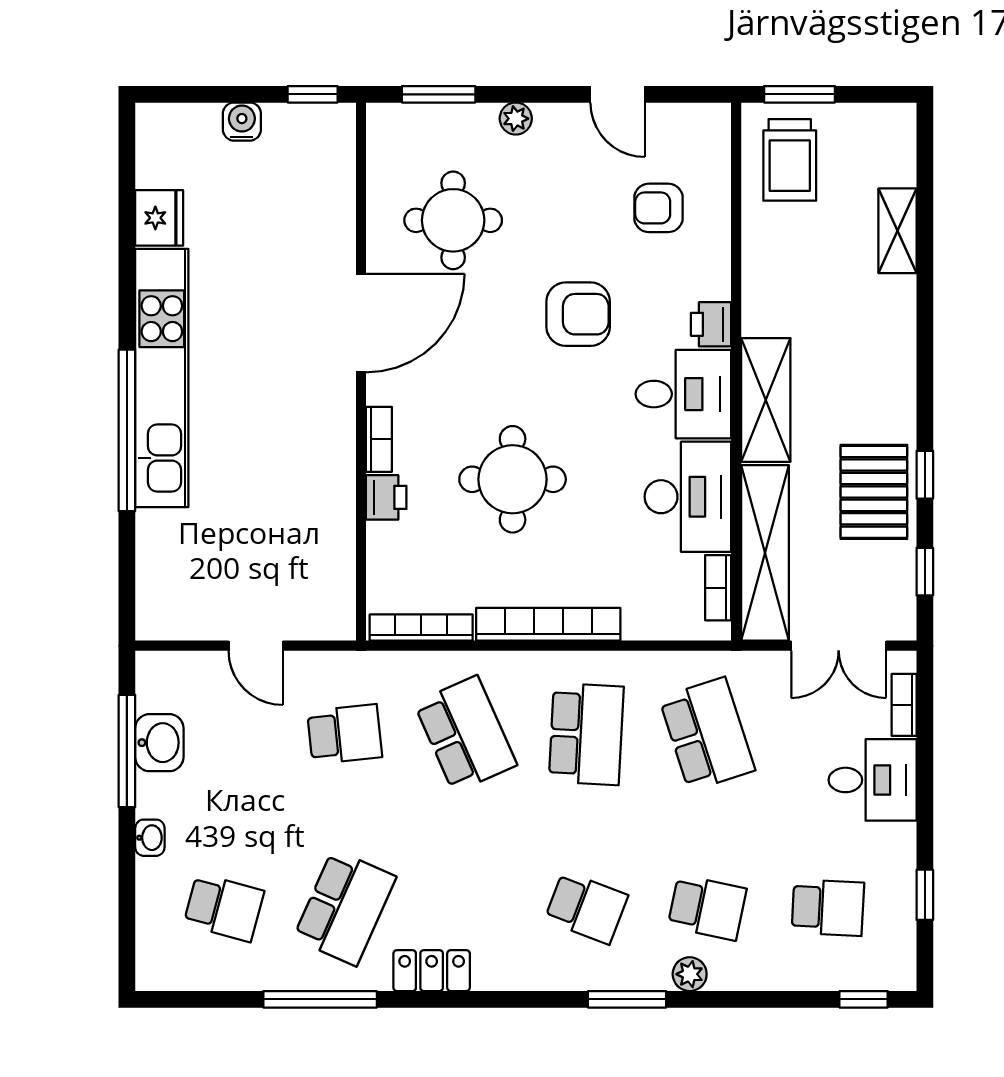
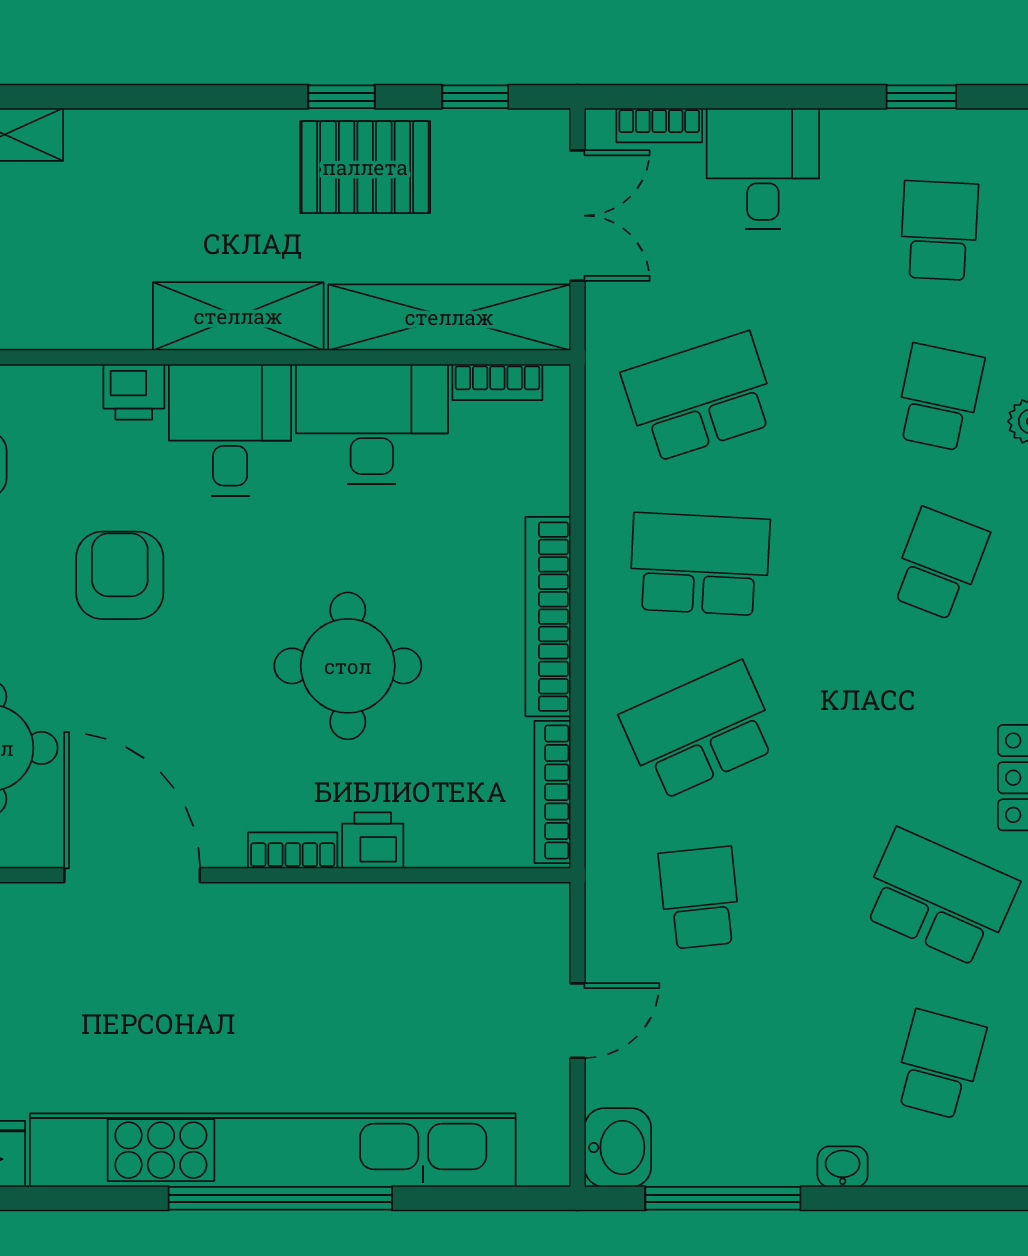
kitchen unit: (162, 378) -> (273, 1150), width x1.36
washbasin: (159, 743) -> (618, 1147), moved, turned 90

